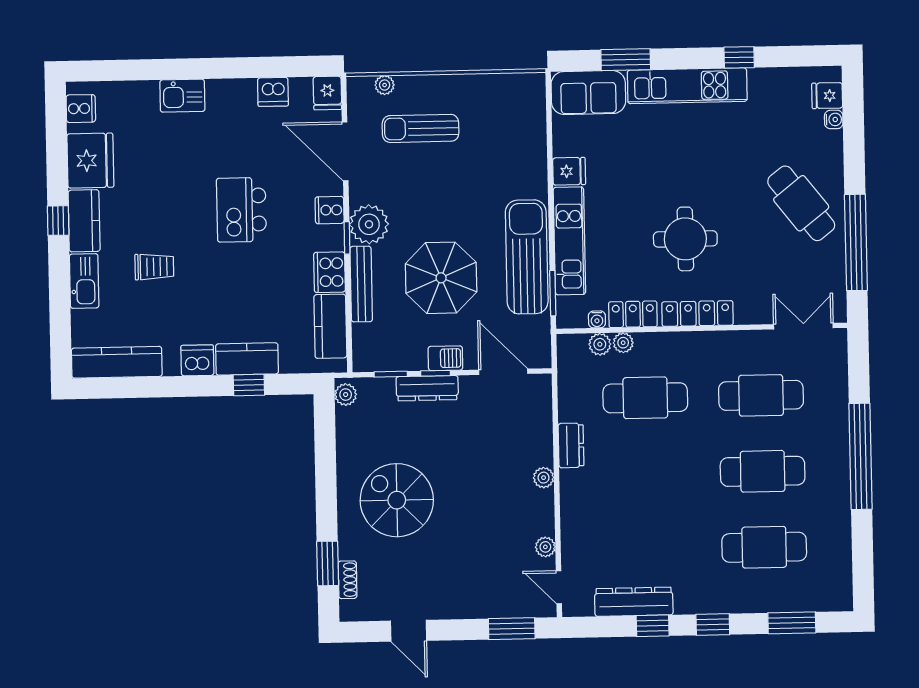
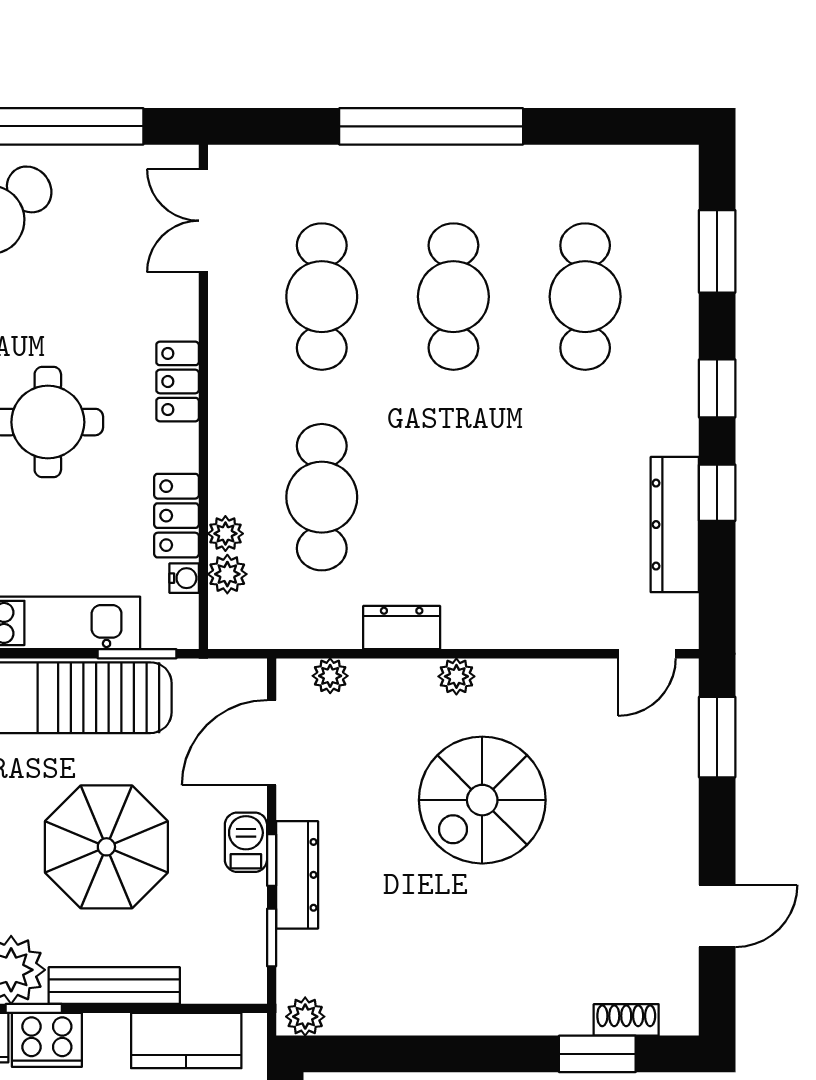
cooker: (330, 272) -> (47, 1040), moved
locker: (697, 314) -> (178, 381), width x0.66
spiral stairs: (397, 500) -> (482, 800), moved
plant: (545, 547) -> (330, 676), moved

